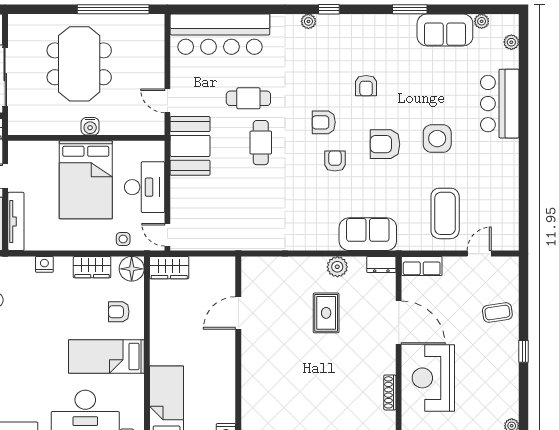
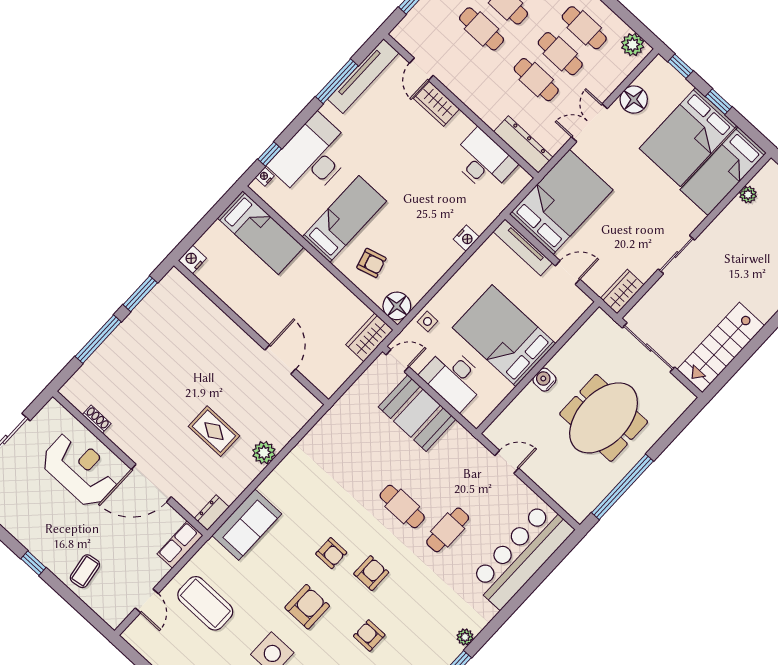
meeting table: (79, 64) -> (604, 418), turned 90
booth: (190, 146) -> (417, 413), moved
wardrobe: (92, 267) -> (428, 275), removed
plant: (337, 267) -> (264, 453), moved
armchair: (119, 312) -> (371, 263), turned 74
shoe rack: (390, 392) -> (97, 419), width x0.70

